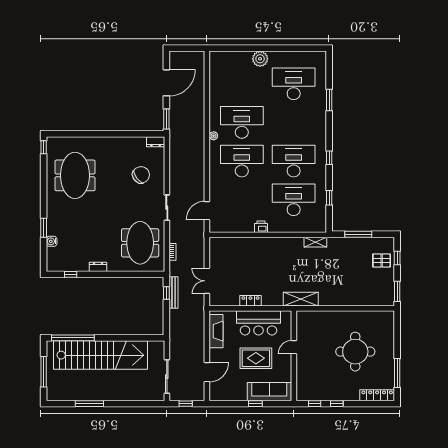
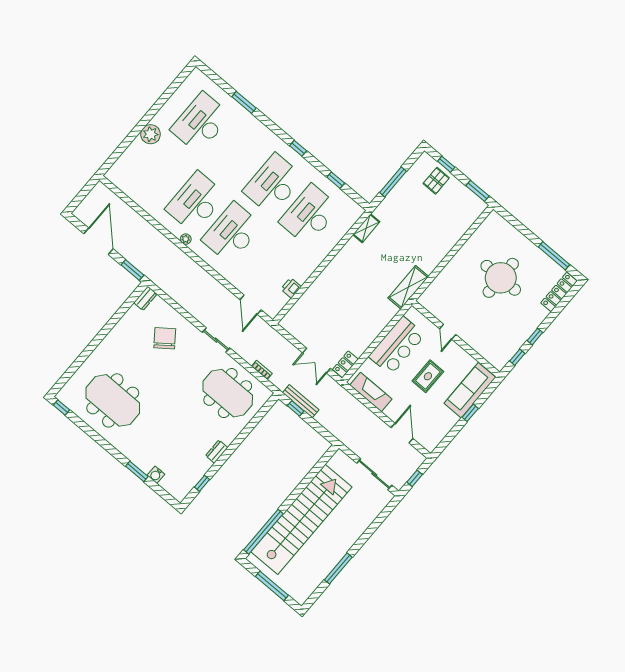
printer: (261, 227) -> (291, 288), moved
locker: (251, 301) -> (345, 364), moved
rug: (256, 358) -> (428, 376), width x0.73, depth x0.70

